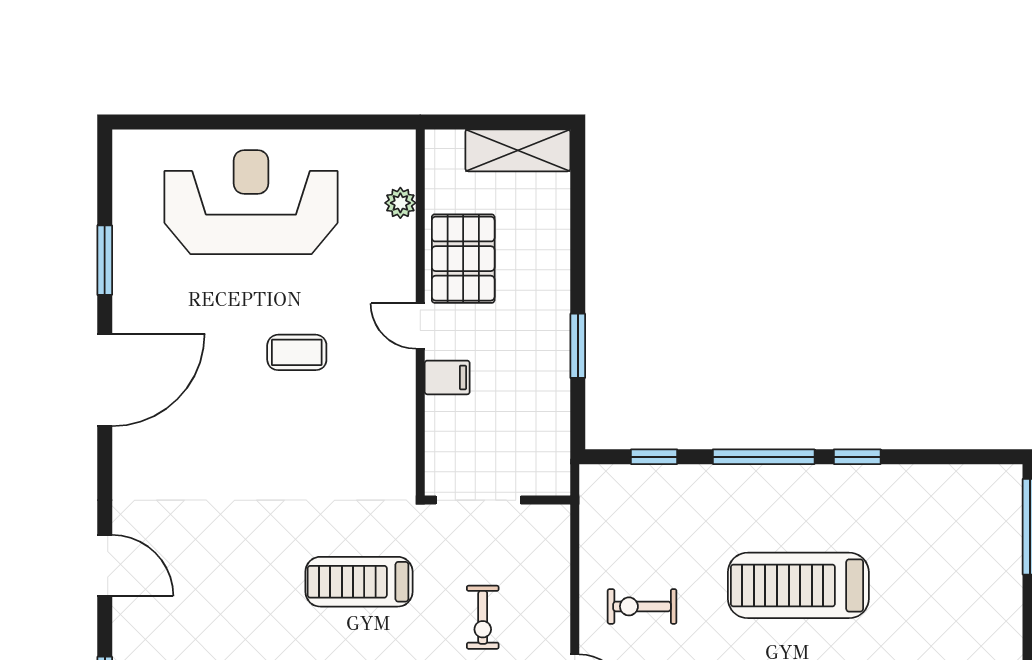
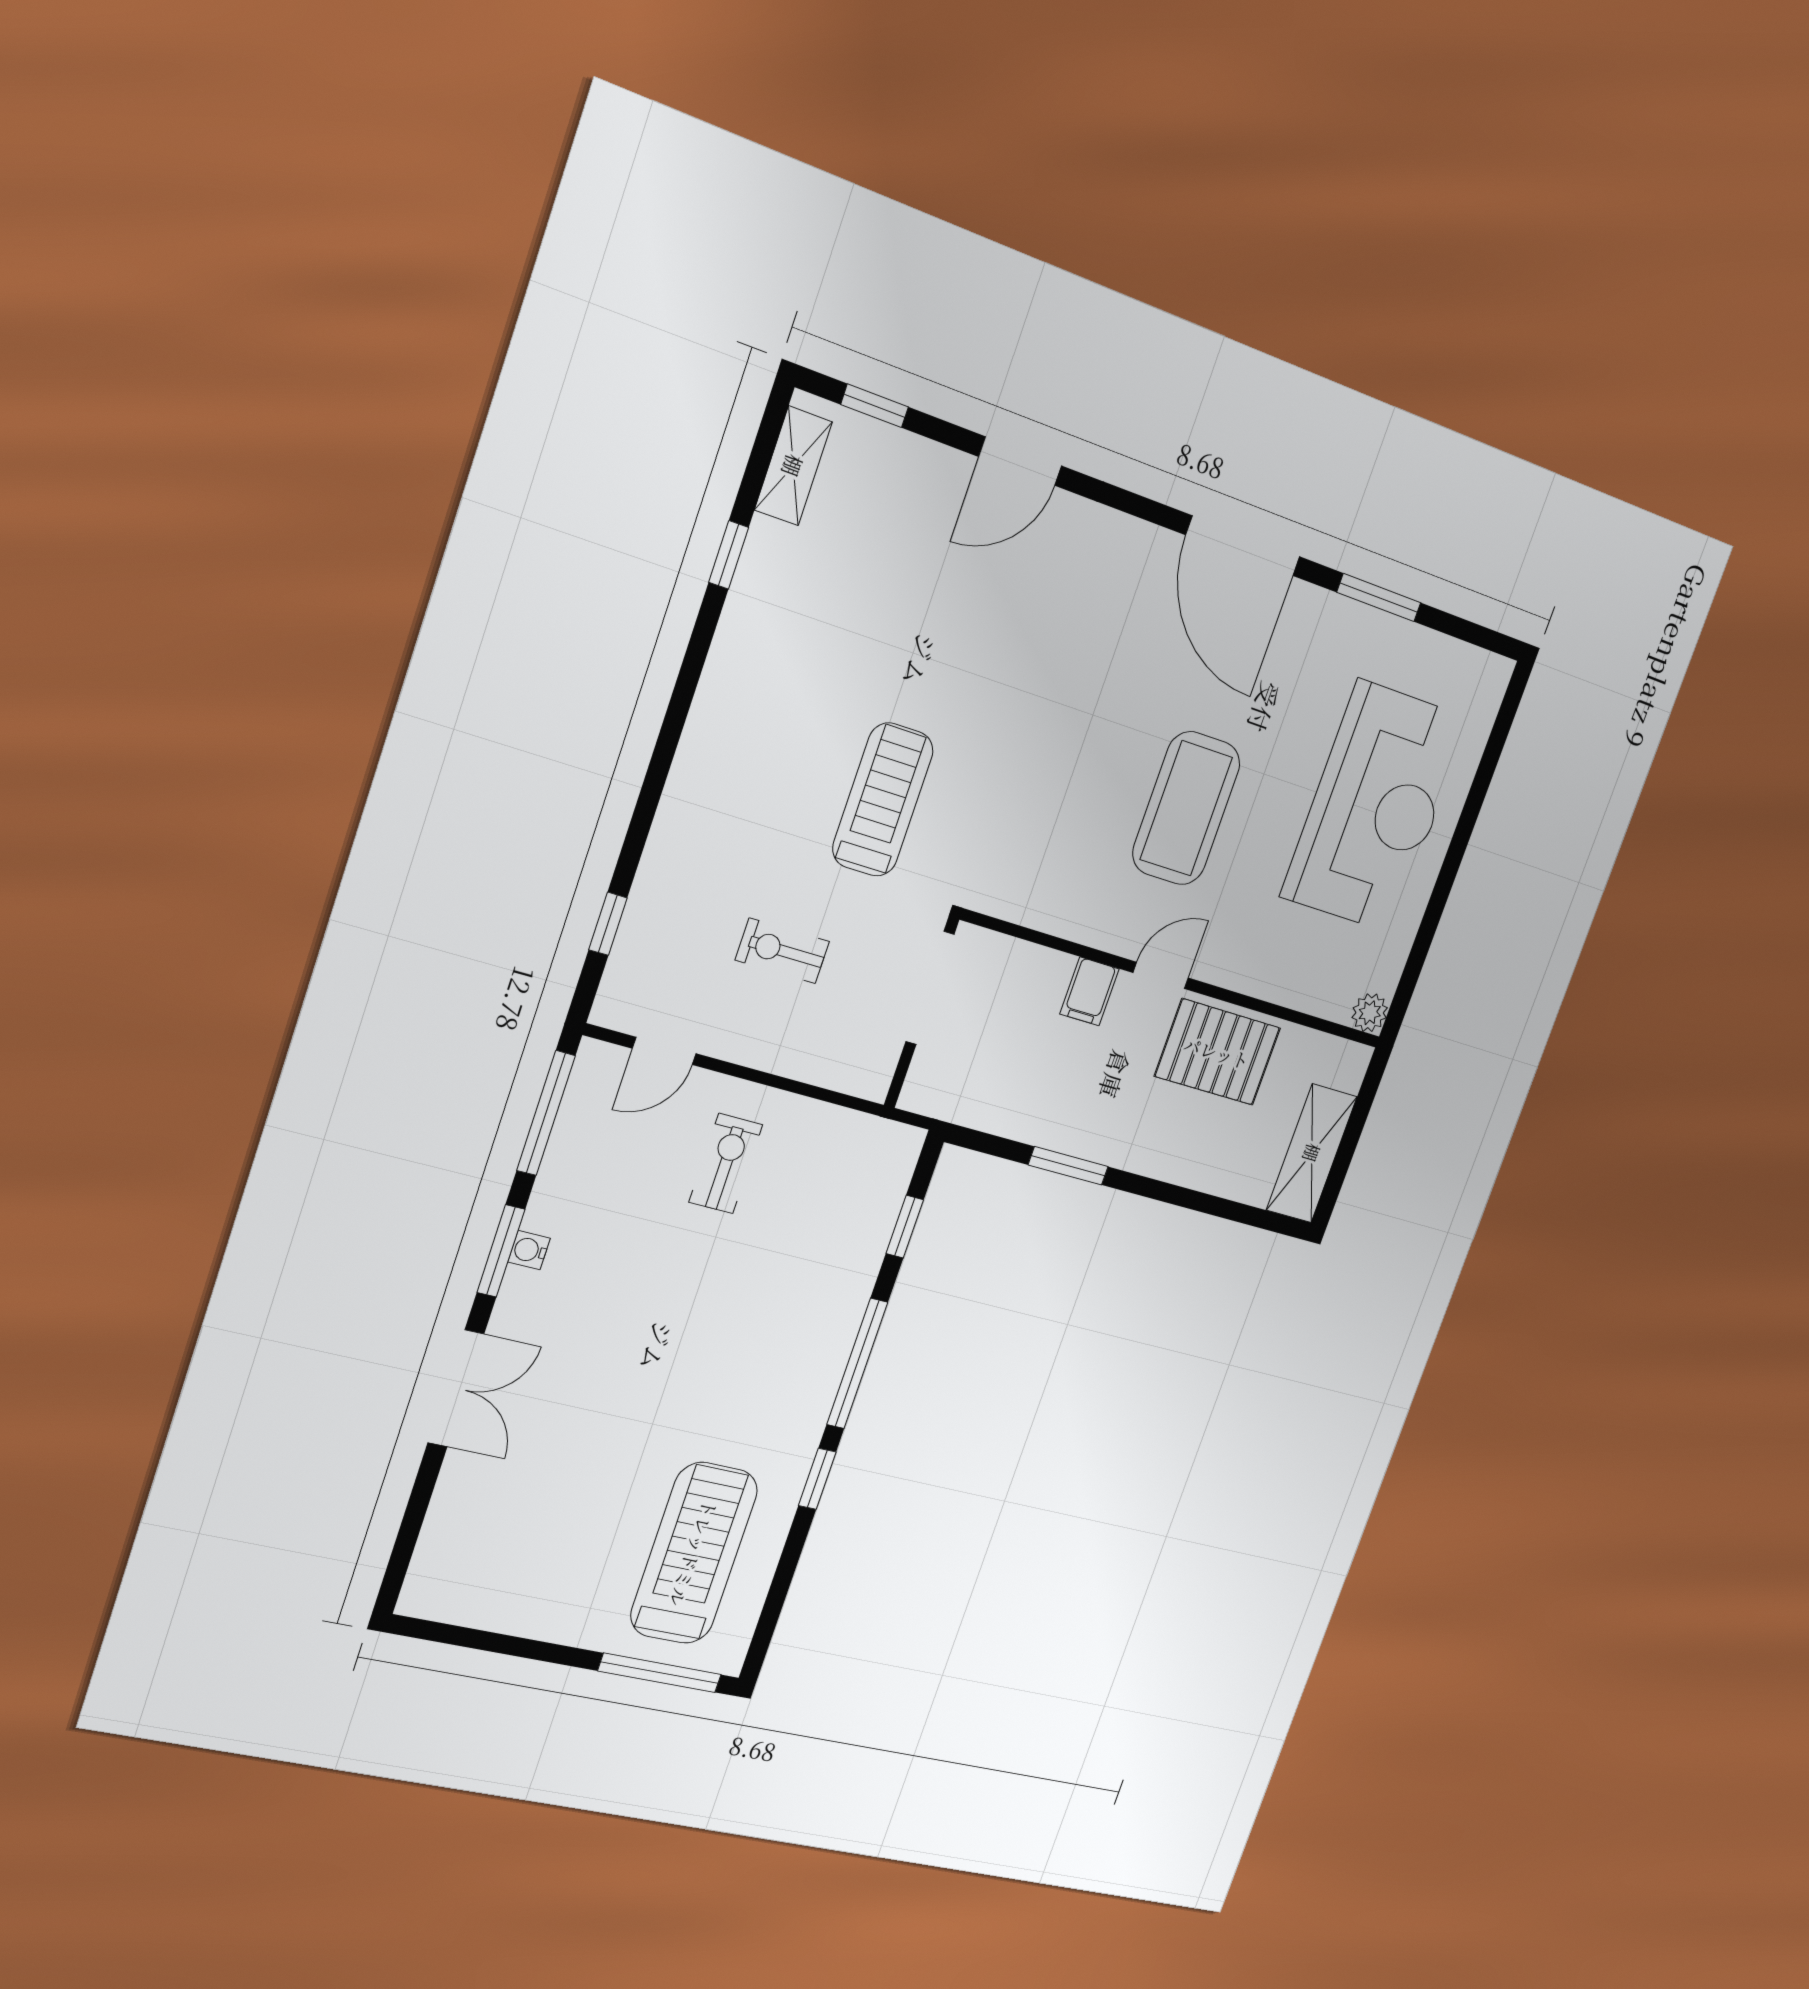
plant: (400, 203) -> (1370, 1013), moved
coffee table: (297, 352) -> (1186, 808), width x1.86, depth x1.72
treadmill: (798, 585) -> (694, 1553), moved

